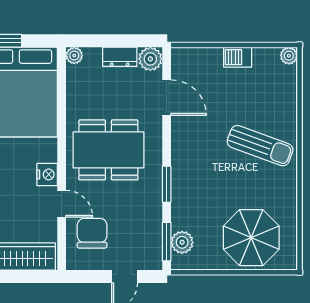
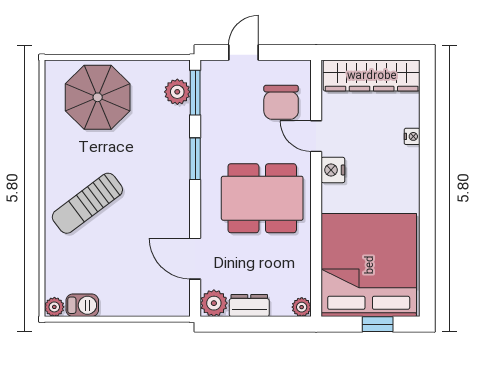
barbecue: (238, 57) -> (82, 305), moved
sun lounger: (260, 146) -> (87, 203), turned -57

